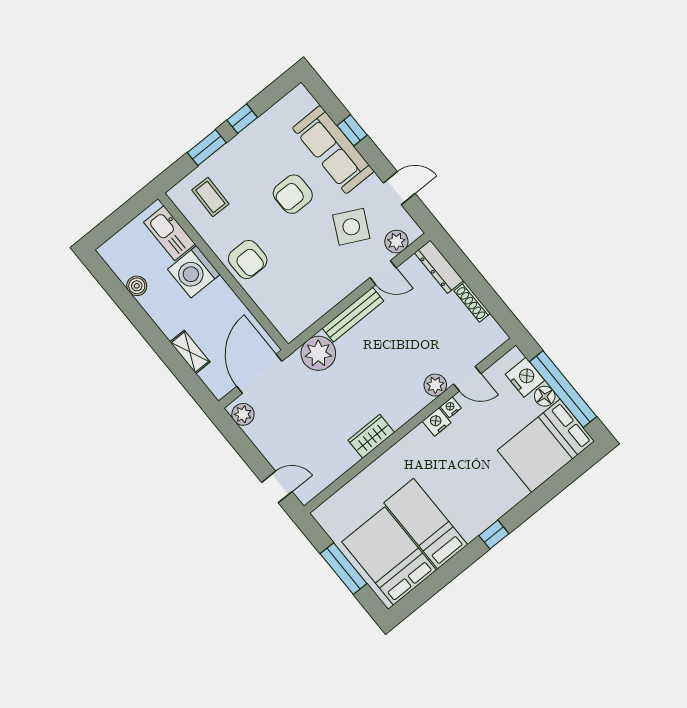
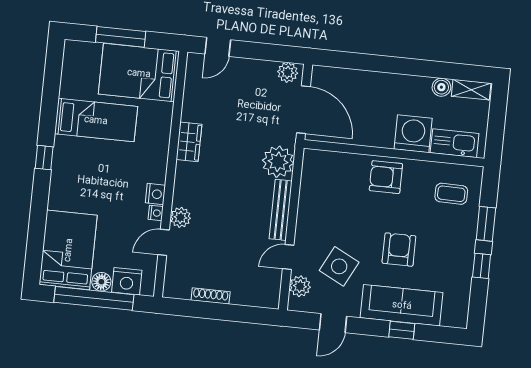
dresser: (439, 267) -> (256, 298), removed
shelving: (190, 352) -> (471, 90), moved
bed: (389, 556) -> (139, 73), moved, turned 180

